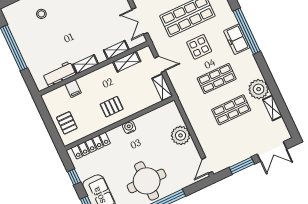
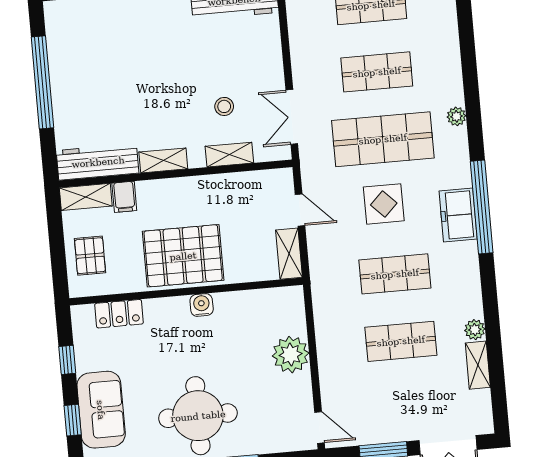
stool: (41, 14) -> (224, 106), moved
shelving: (127, 62) -> (86, 197), moved
workbench: (59, 74) -> (98, 162), width x1.38
plant: (259, 89) -> (475, 330), width x0.53, depth x0.53
pallet: (112, 107) -> (183, 256), width x2.05, depth x2.00
locker: (91, 146) -> (119, 314), width x0.66
door: (207, 165) -> (319, 427), swing flipped

